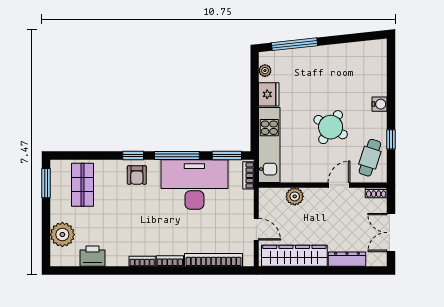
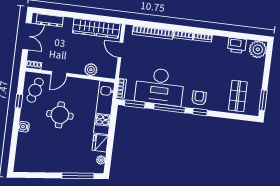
round table: (331, 127) -> (60, 115), turned -31
plant: (62, 235) -> (258, 49), moved
dresser: (347, 259) -> (50, 20), moved

